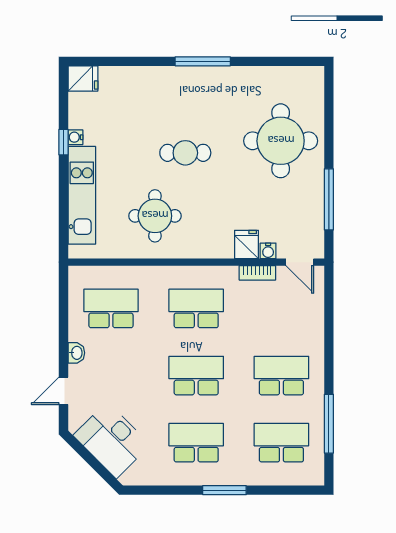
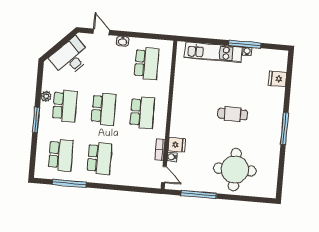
fridge: (83, 78) -> (277, 79), moved, turned 90
window: (63, 142) -> (245, 44), width x2.17
cafe table: (185, 153) -> (233, 114), turned 90
round table: (155, 216) -> (198, 93), removed
door: (300, 262) -> (164, 175), swing flipped
plant: (183, 477) -> (46, 96), added

